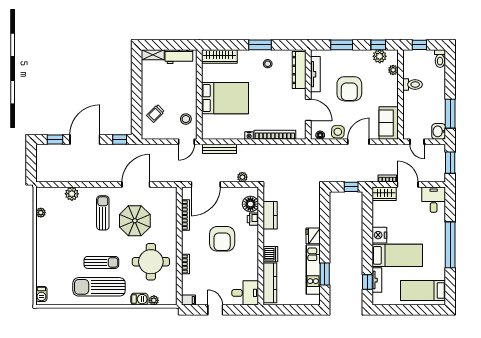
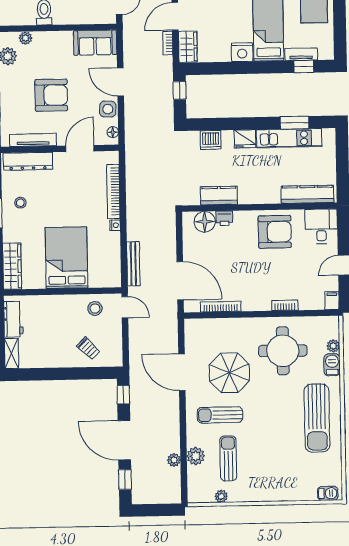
plant: (242, 177) -> (174, 460), moved
armchair: (222, 239) -> (275, 232), moved
dishwasher: (270, 254) -> (211, 140), moved, turned 180
sun lounger: (101, 262) -> (228, 458), moved

